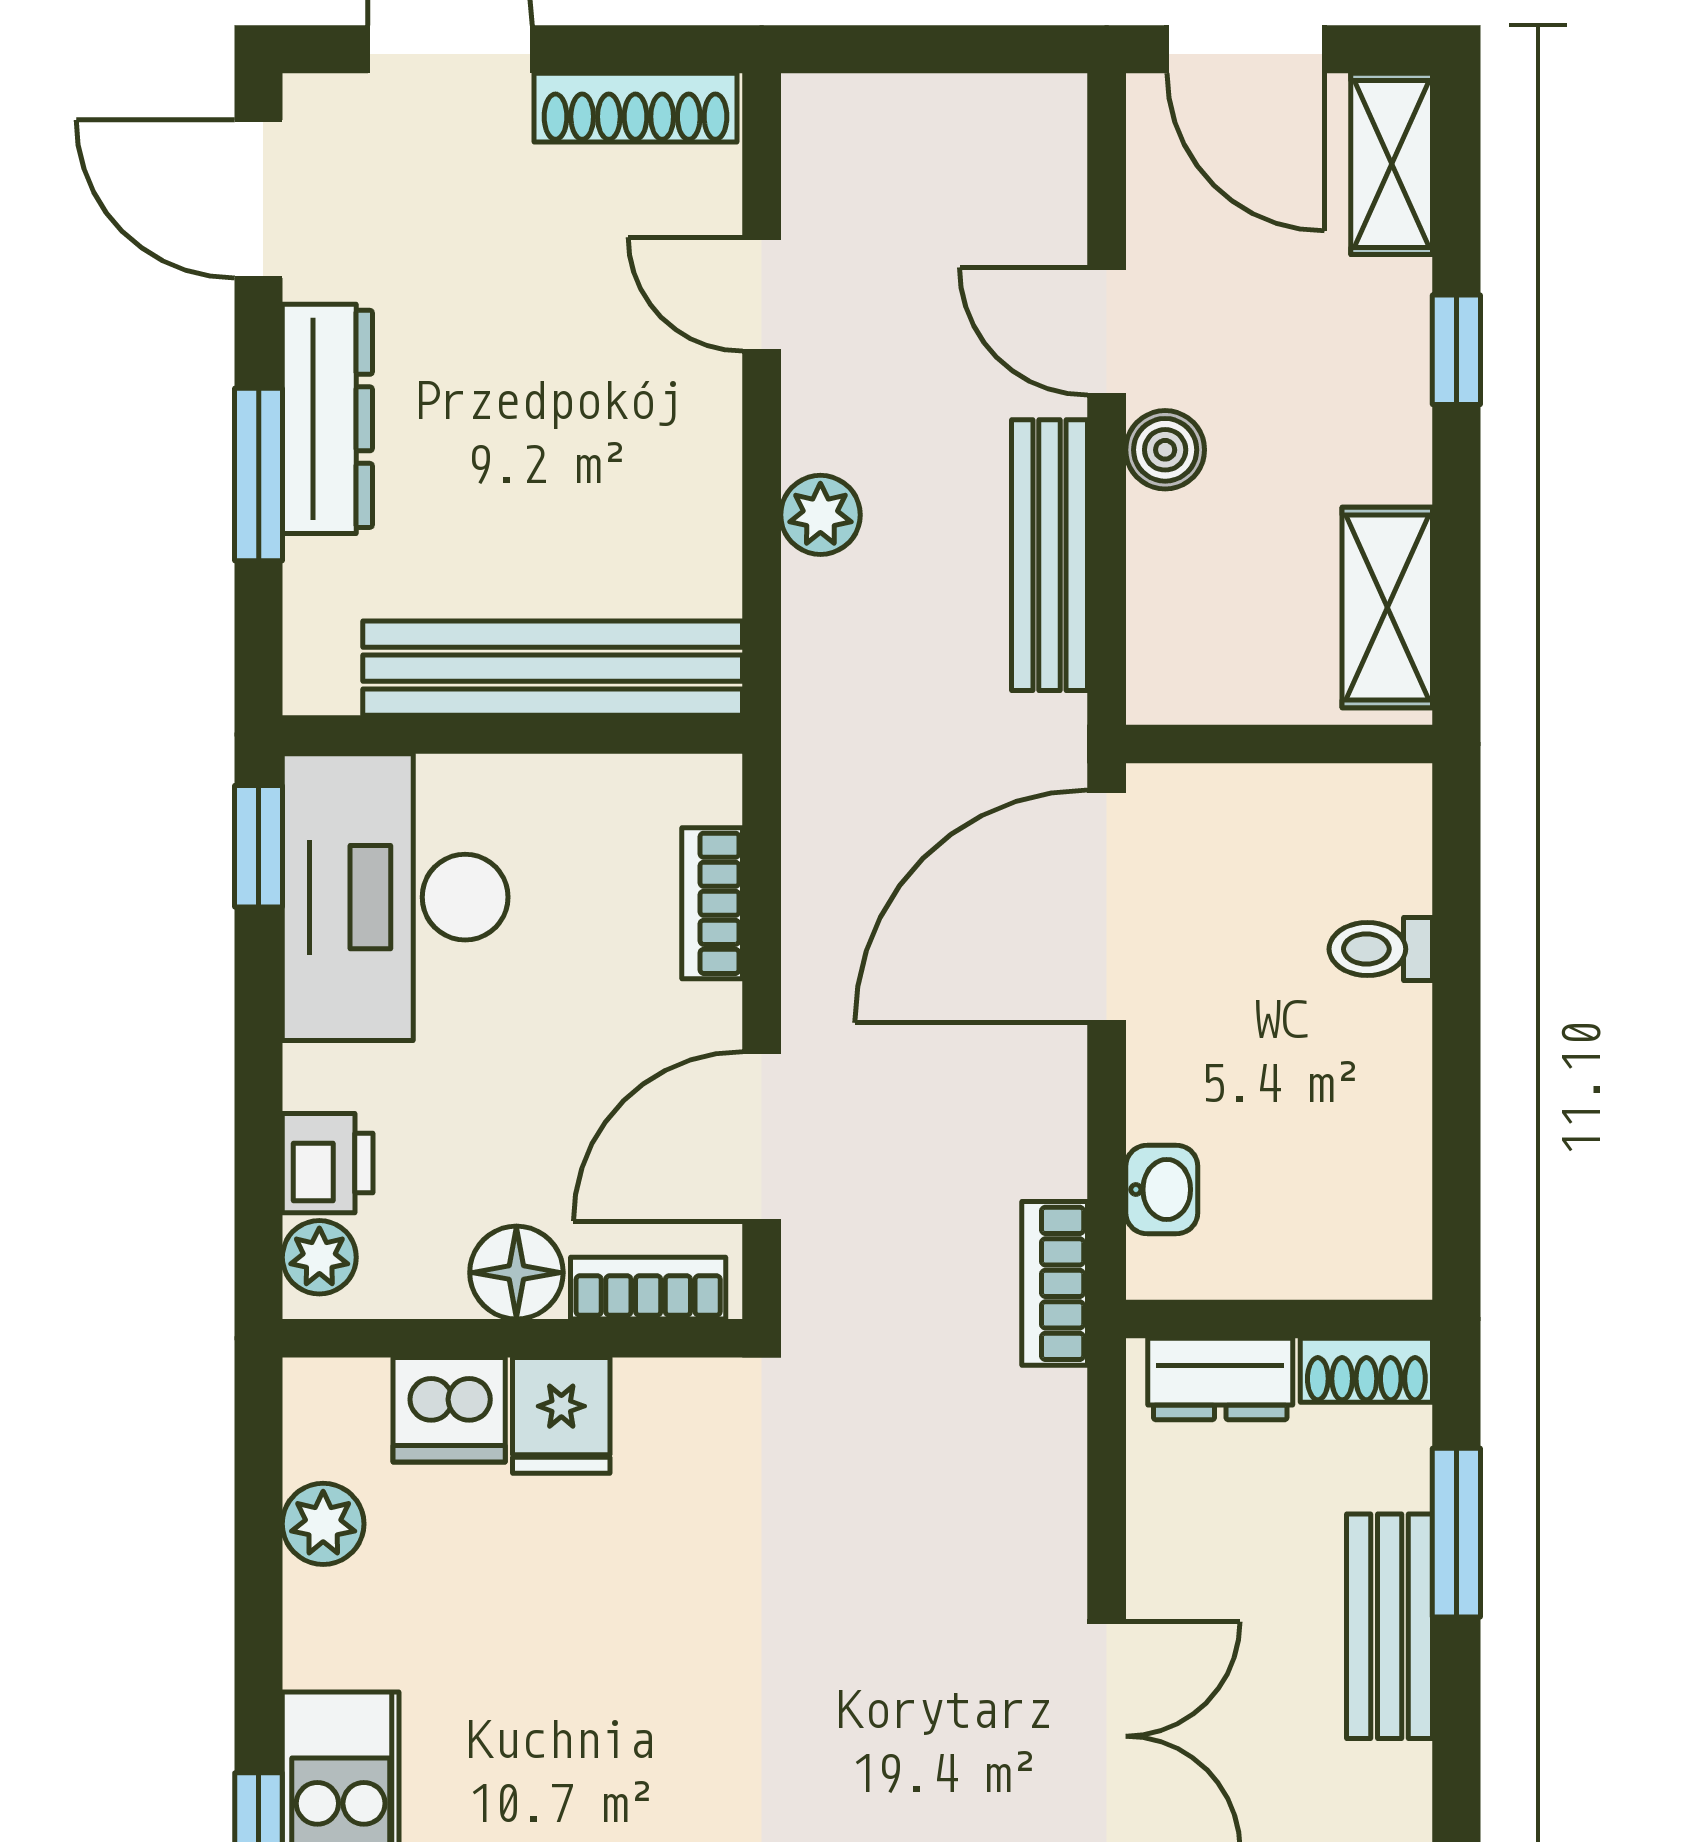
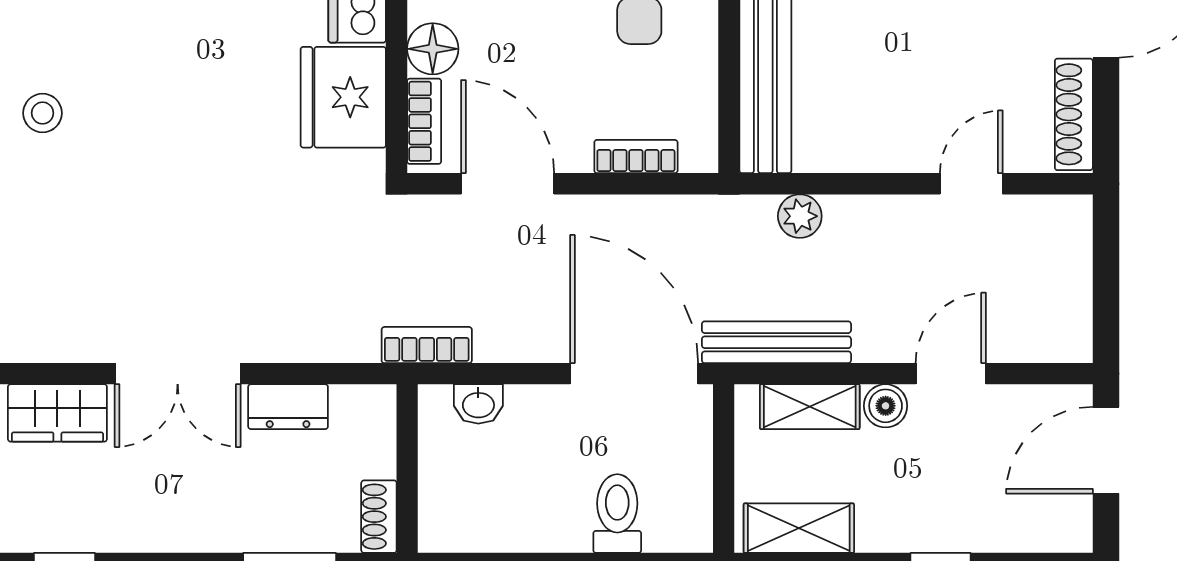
shelving: (1392, 164) -> (810, 407), moved
plant: (820, 515) -> (800, 216), moved
bench: (1050, 555) -> (776, 342), moved
toilet: (1381, 949) -> (617, 514), width x1.37, depth x1.39
dresser: (1220, 1379) -> (288, 407), moved, turned -90
fridge: (561, 1415) -> (343, 97), width x1.88, depth x1.34
bench: (1390, 1626) -> (238, 529), removed

